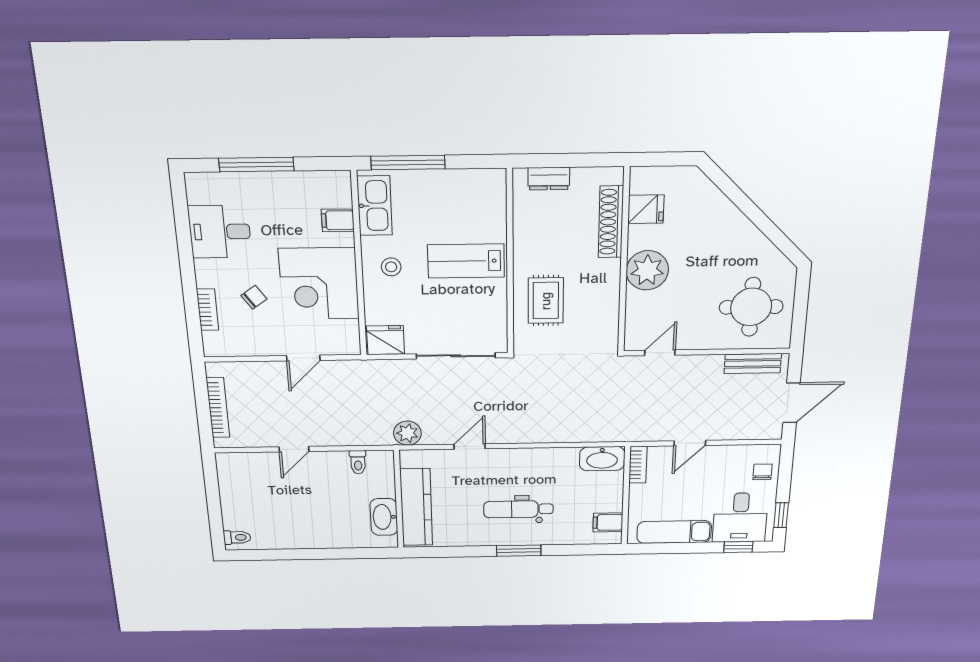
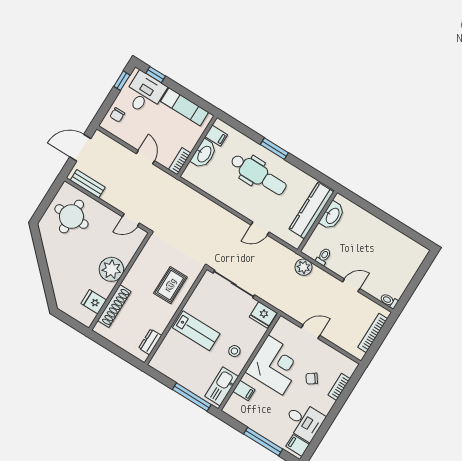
dresser: (549, 179) -> (150, 342), moved, turned -90
filing cabinet: (202, 191) -> (298, 445), added
plant: (407, 433) -> (303, 267), moved
door: (690, 443) -> (145, 157), hinge flipped
washbasin: (602, 459) -> (204, 154), moved, turned 90
dental chair: (518, 509) -> (258, 174), width x1.36, depth x1.38
toilet: (237, 537) -> (389, 301), moved

